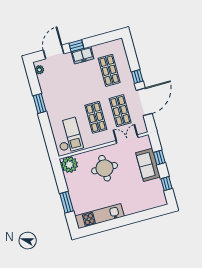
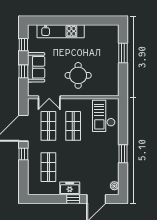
plant: (69, 165) -> (111, 88), removed
kitchen unit: (100, 216) -> (61, 31), moved

